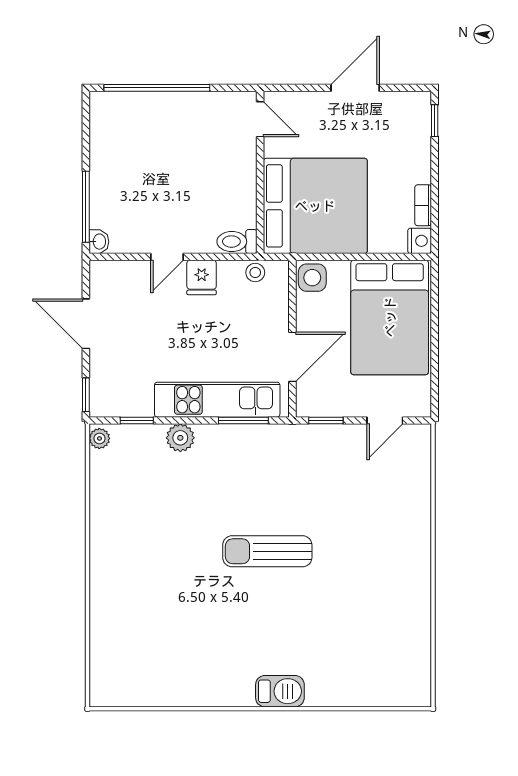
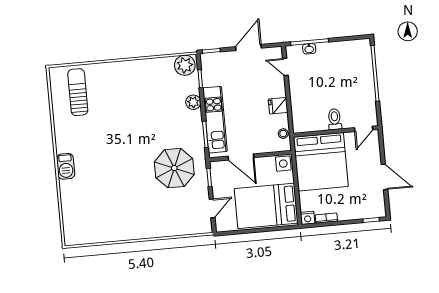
washbasin: (99, 242) -> (309, 49), moved
toilet: (237, 242) -> (335, 119), moved
door: (167, 257) -> (285, 67), moved
door: (385, 421) -> (212, 208), swing flipped
plant: (99, 438) -> (185, 65), width x1.88, depth x1.88
parasol: (302, 485) -> (174, 168), added
sun lounger: (267, 551) -> (78, 92), moved

